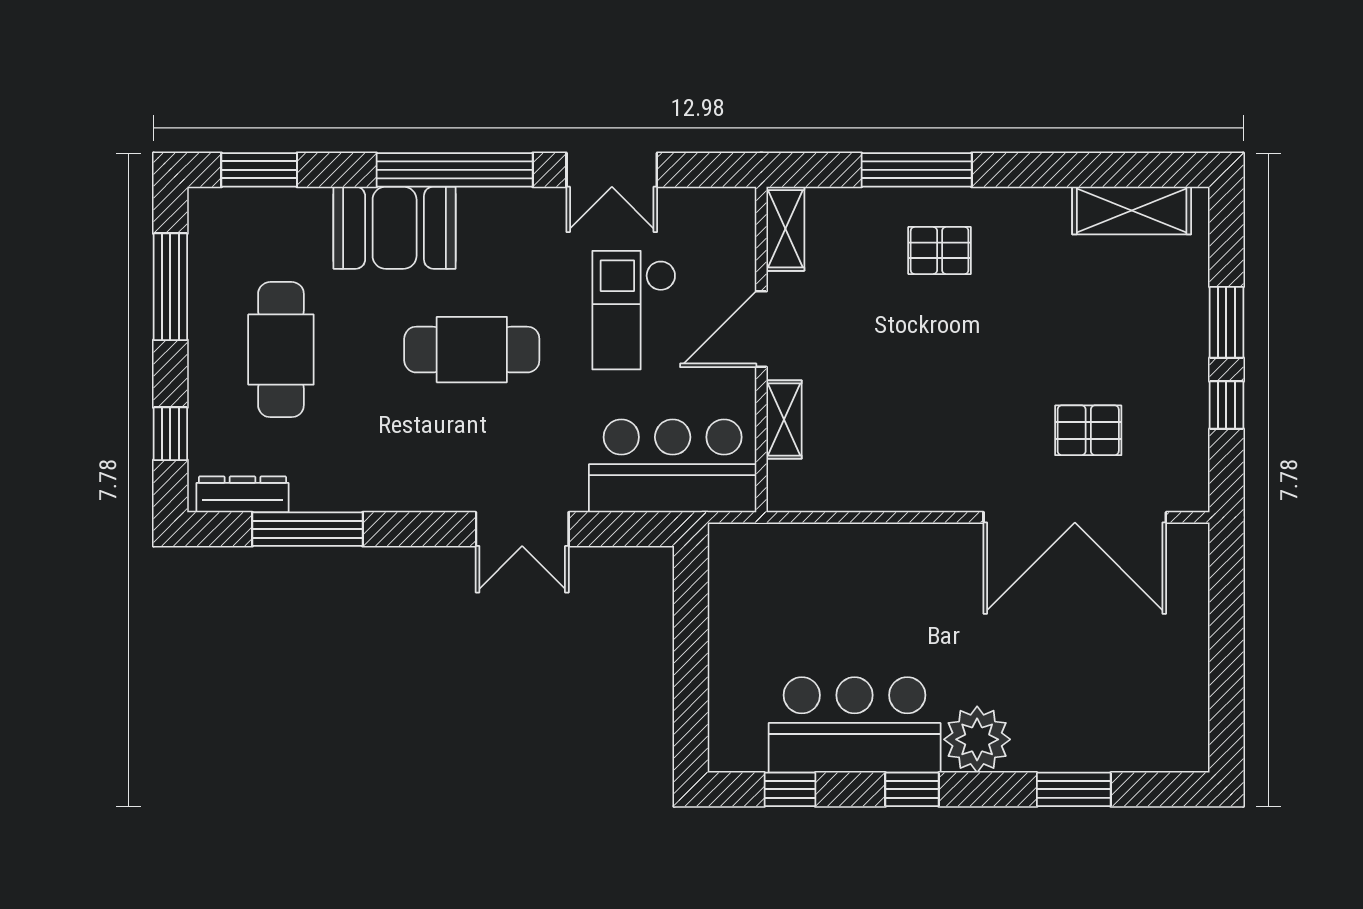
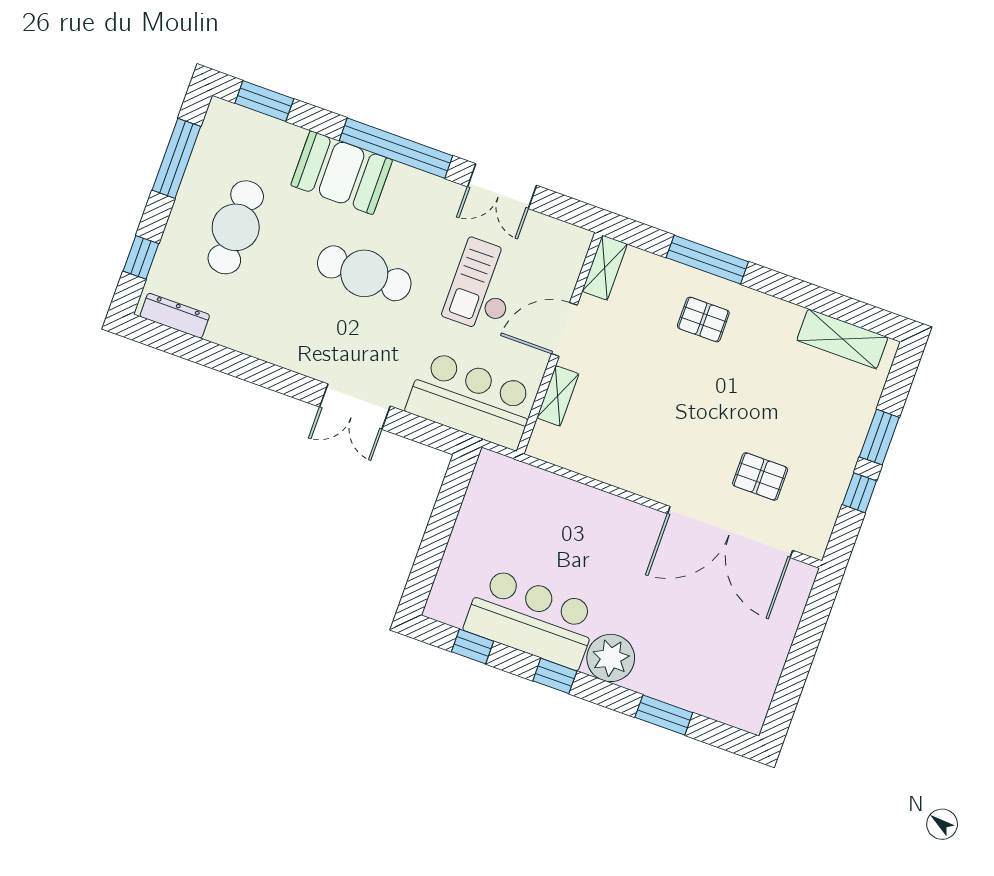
window: (308, 529) -> (210, 355), removed

